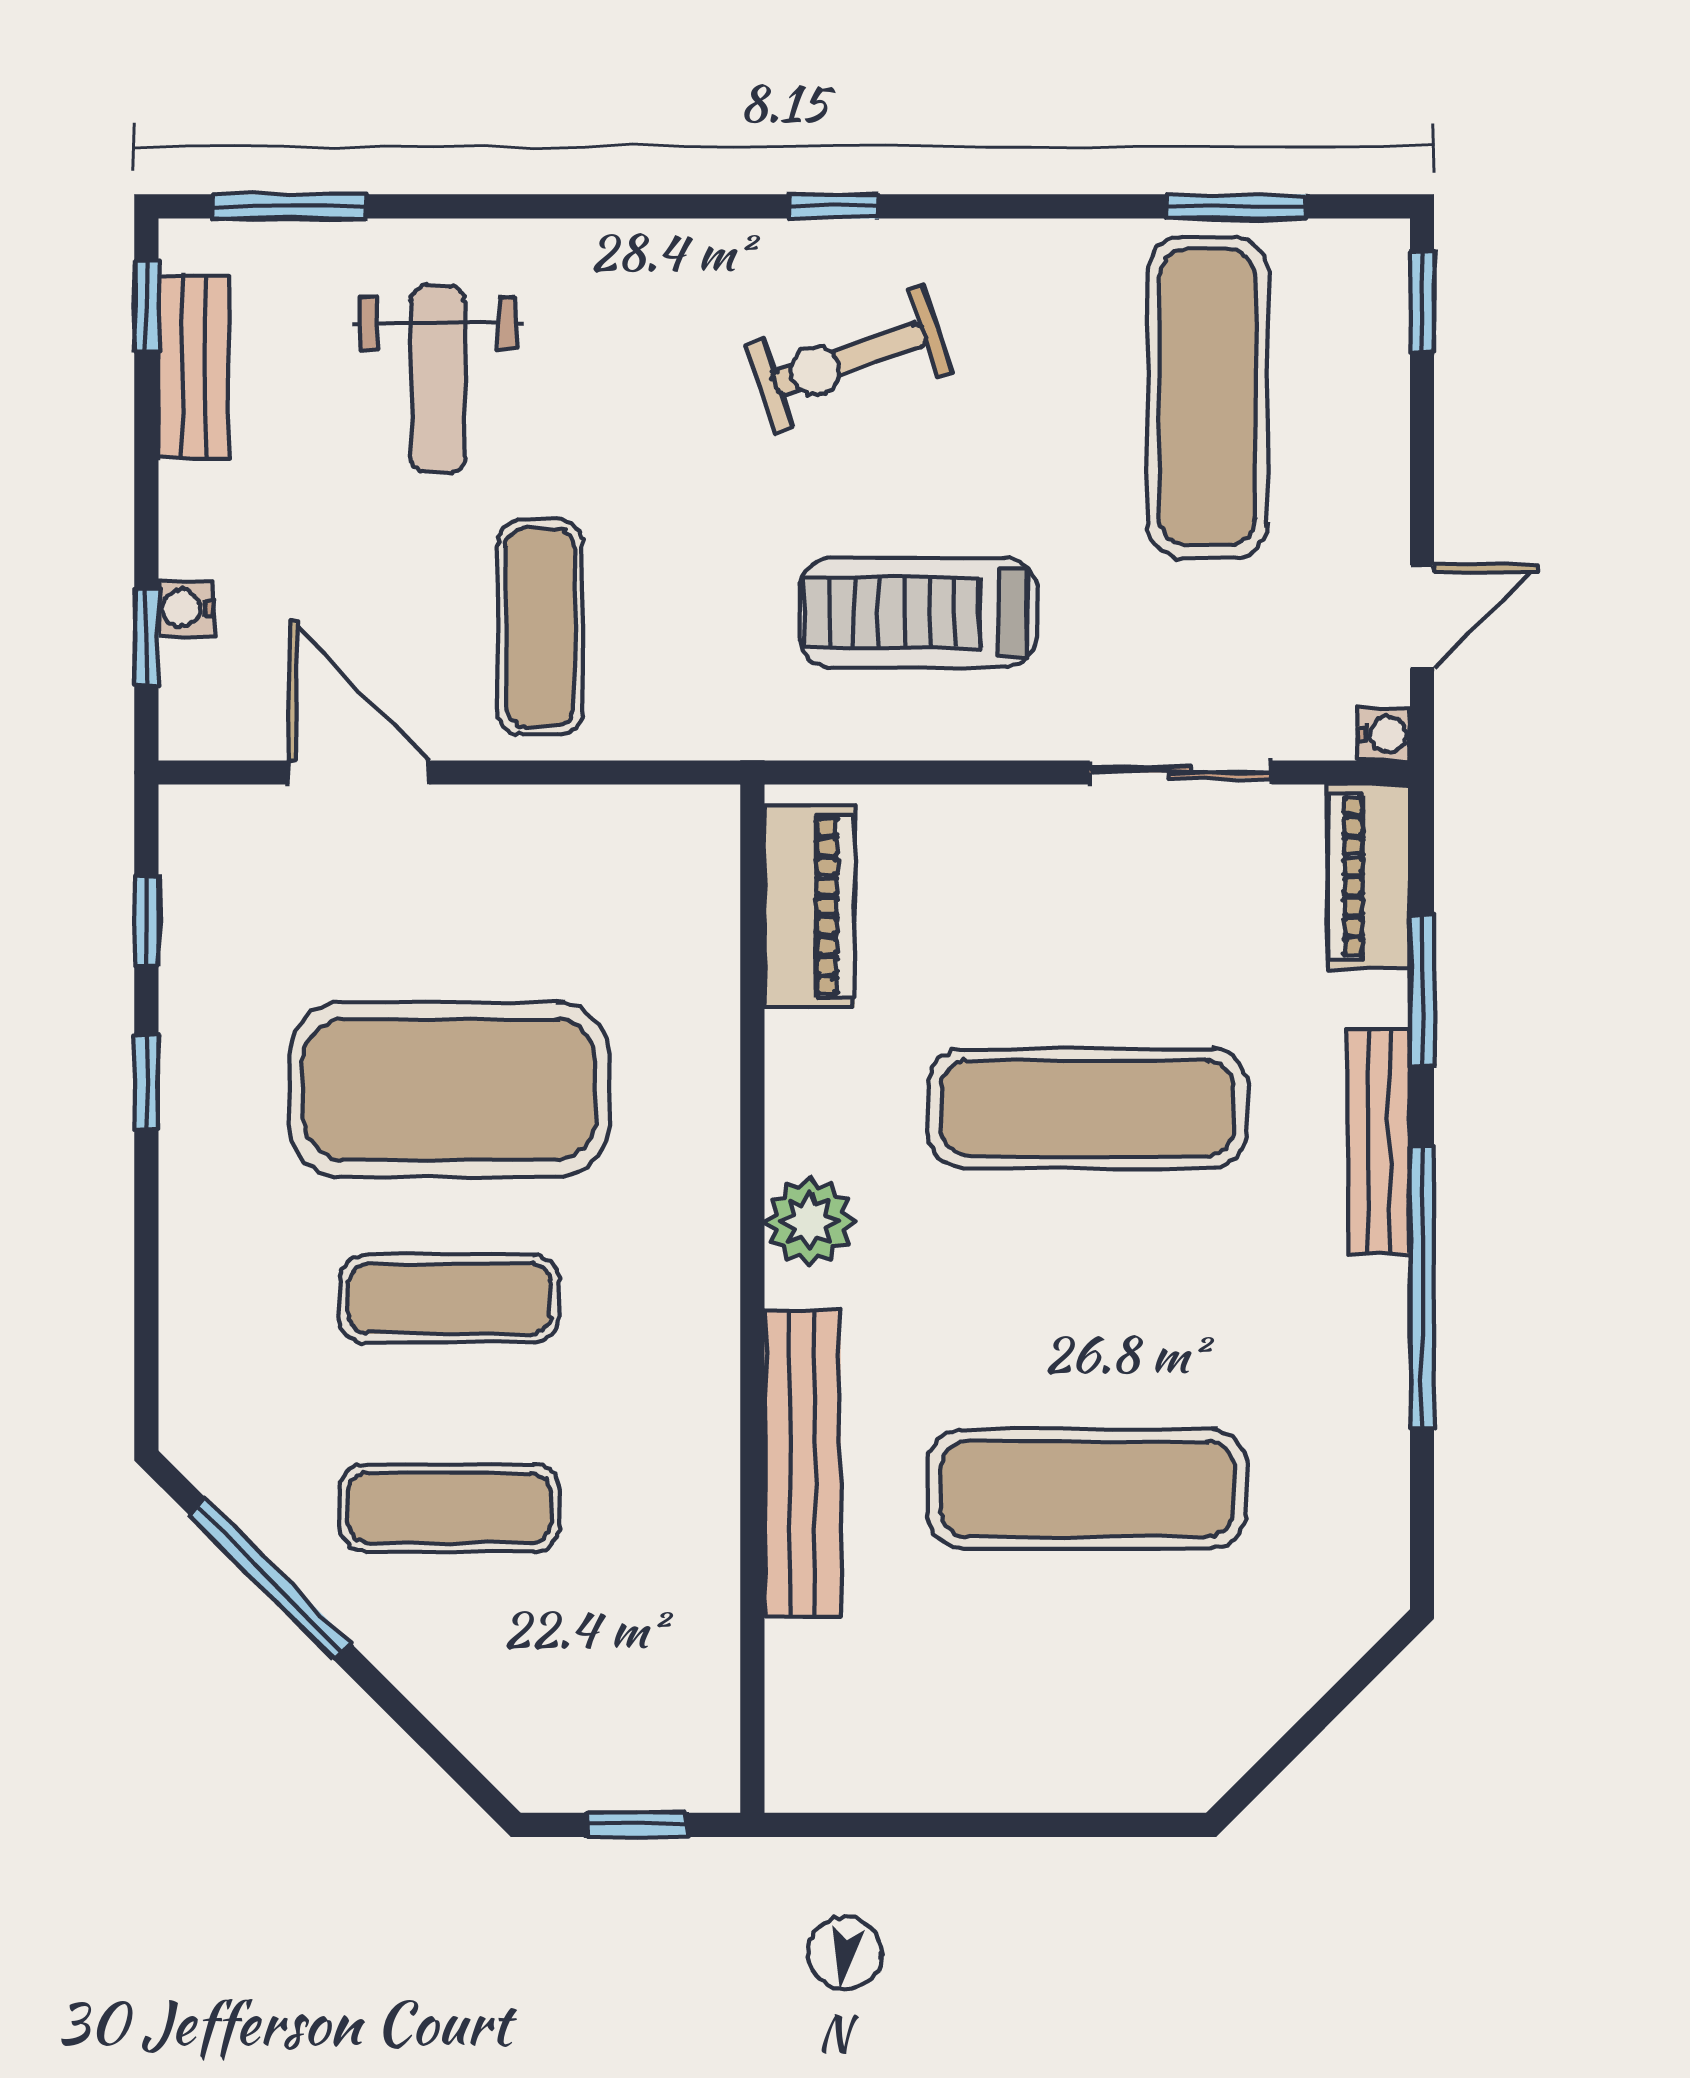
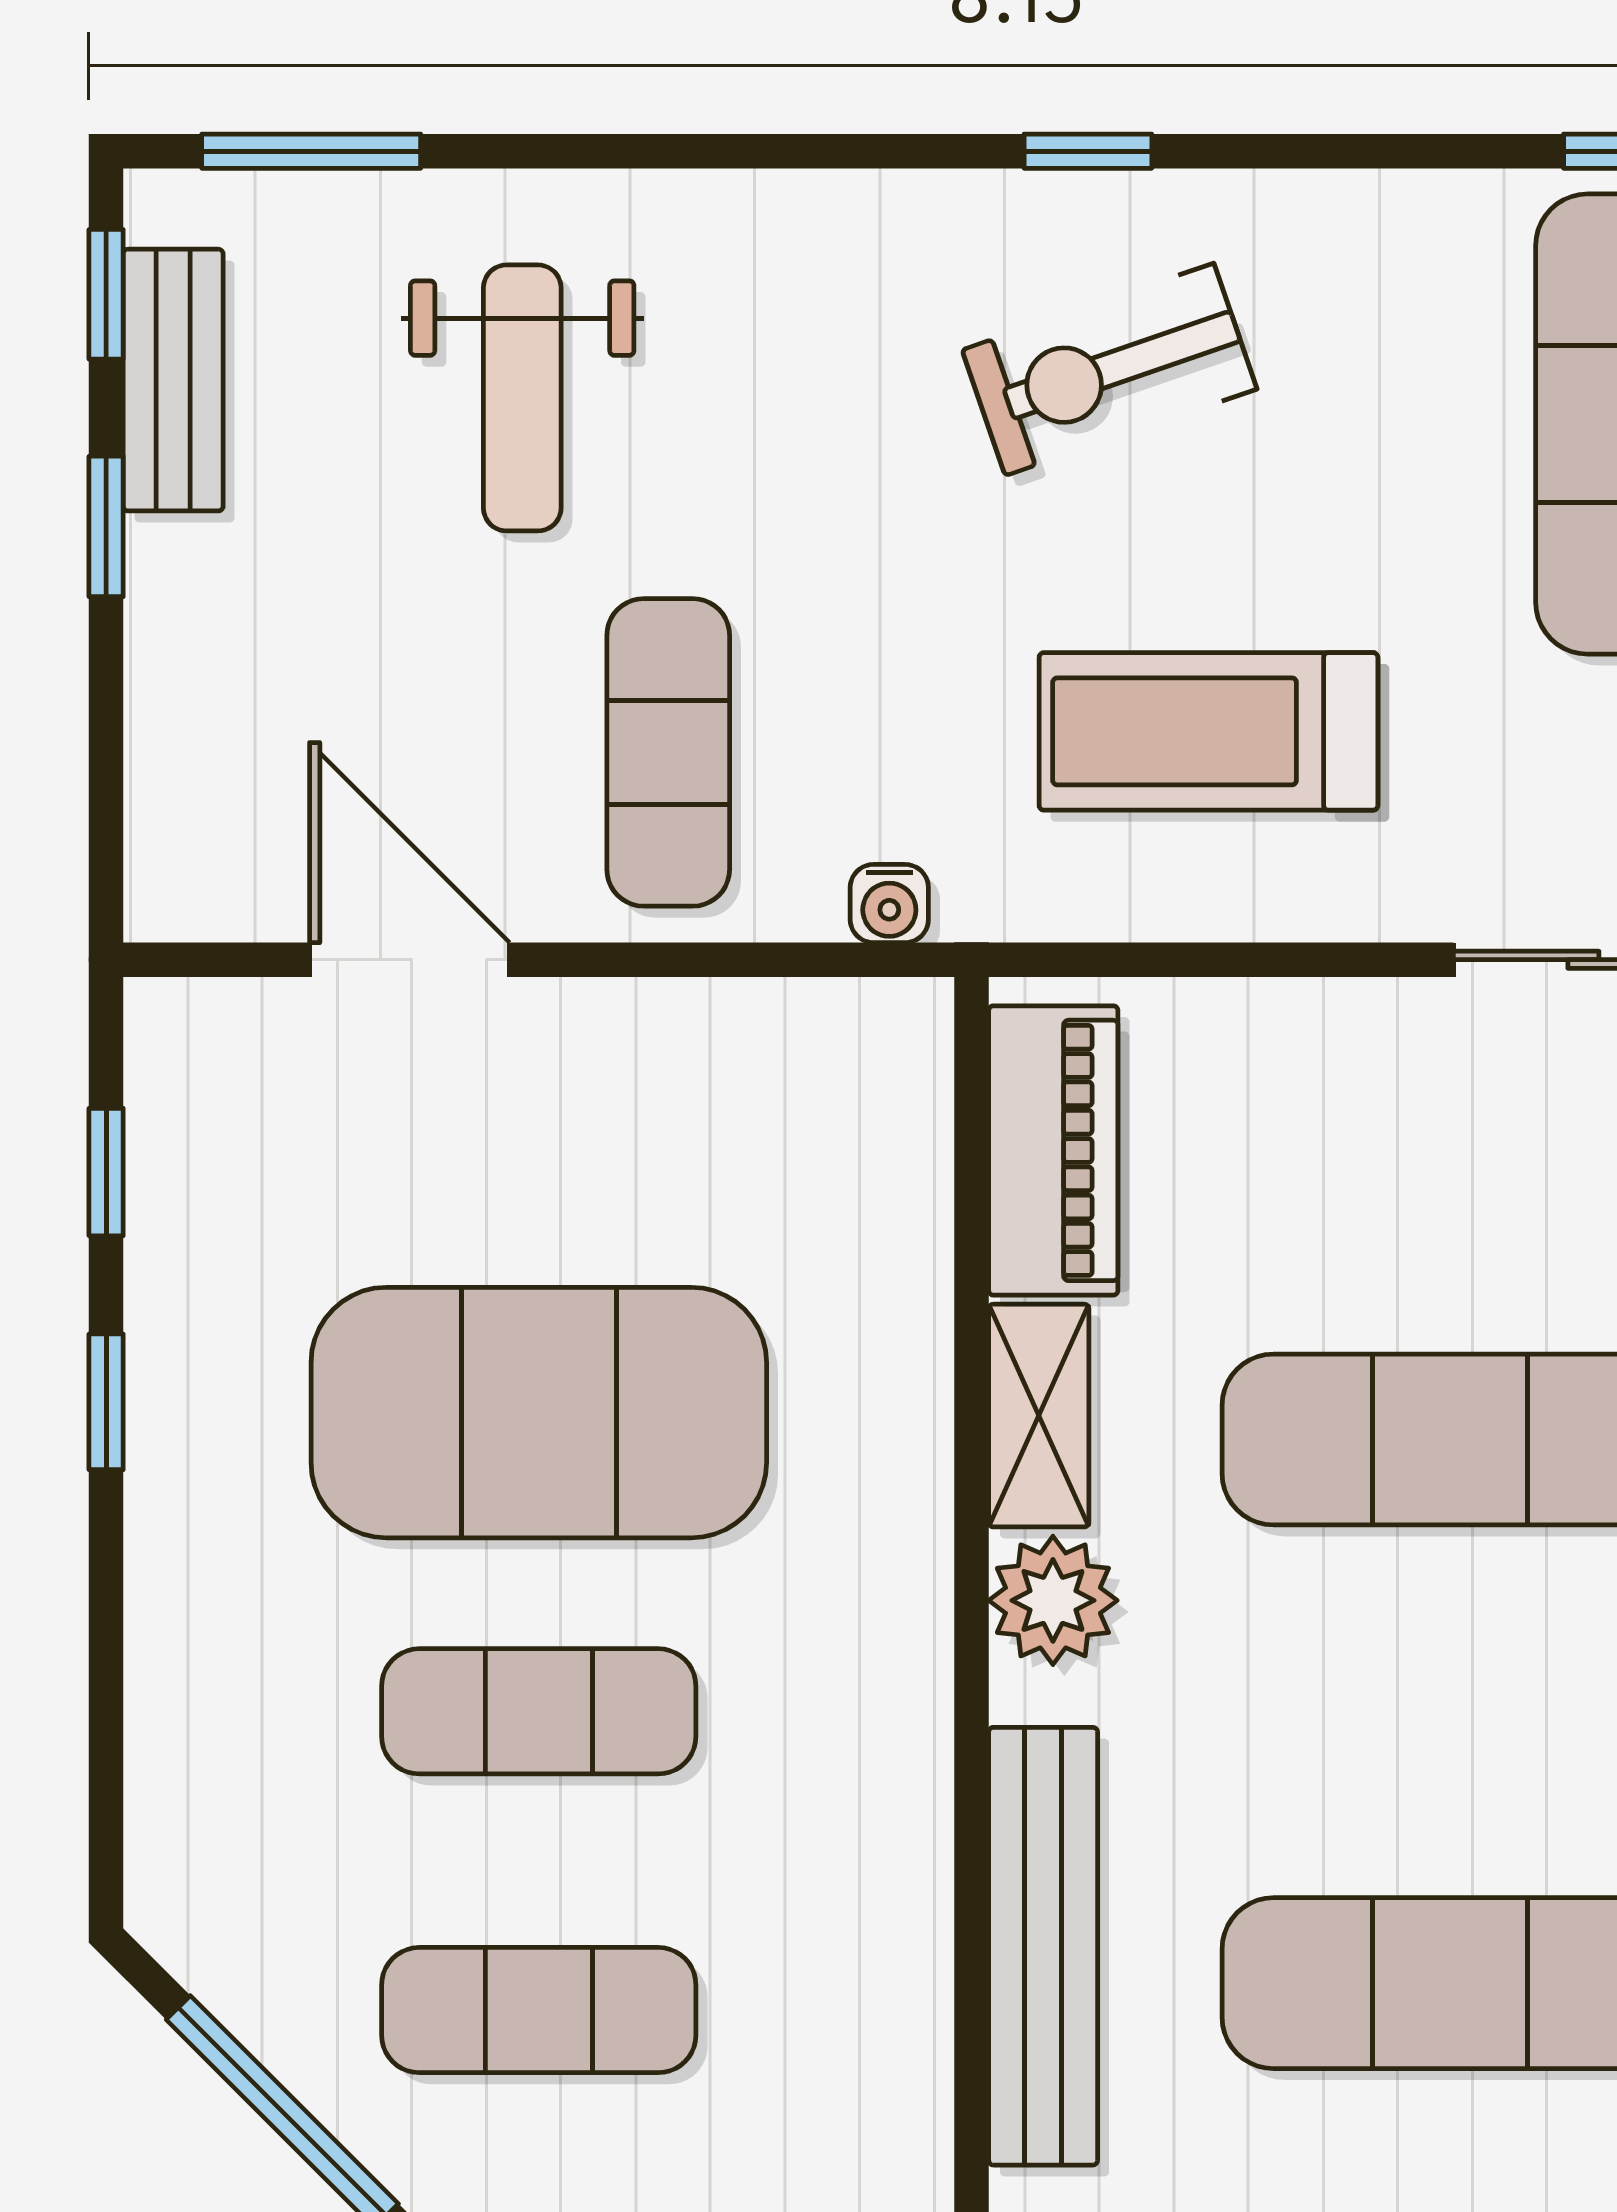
water cooler: (186, 608) -> (889, 904), moved, turned -90
window: (146, 636) -> (106, 526), moved
shelving: (799, 1092) -> (1039, 1416), added

